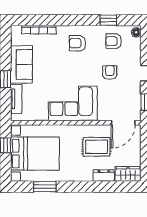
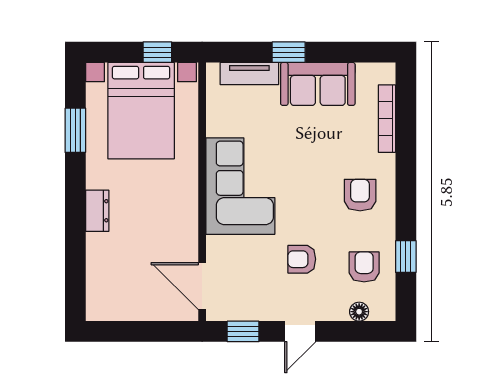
floor lamp: (136, 32) -> (359, 312), moved
armchair: (110, 73) -> (302, 259), turned 180
rug: (96, 147) -> (154, 233), removed
wardrobe: (128, 174) -> (100, 296), removed
dresser: (104, 176) -> (97, 211), moved

